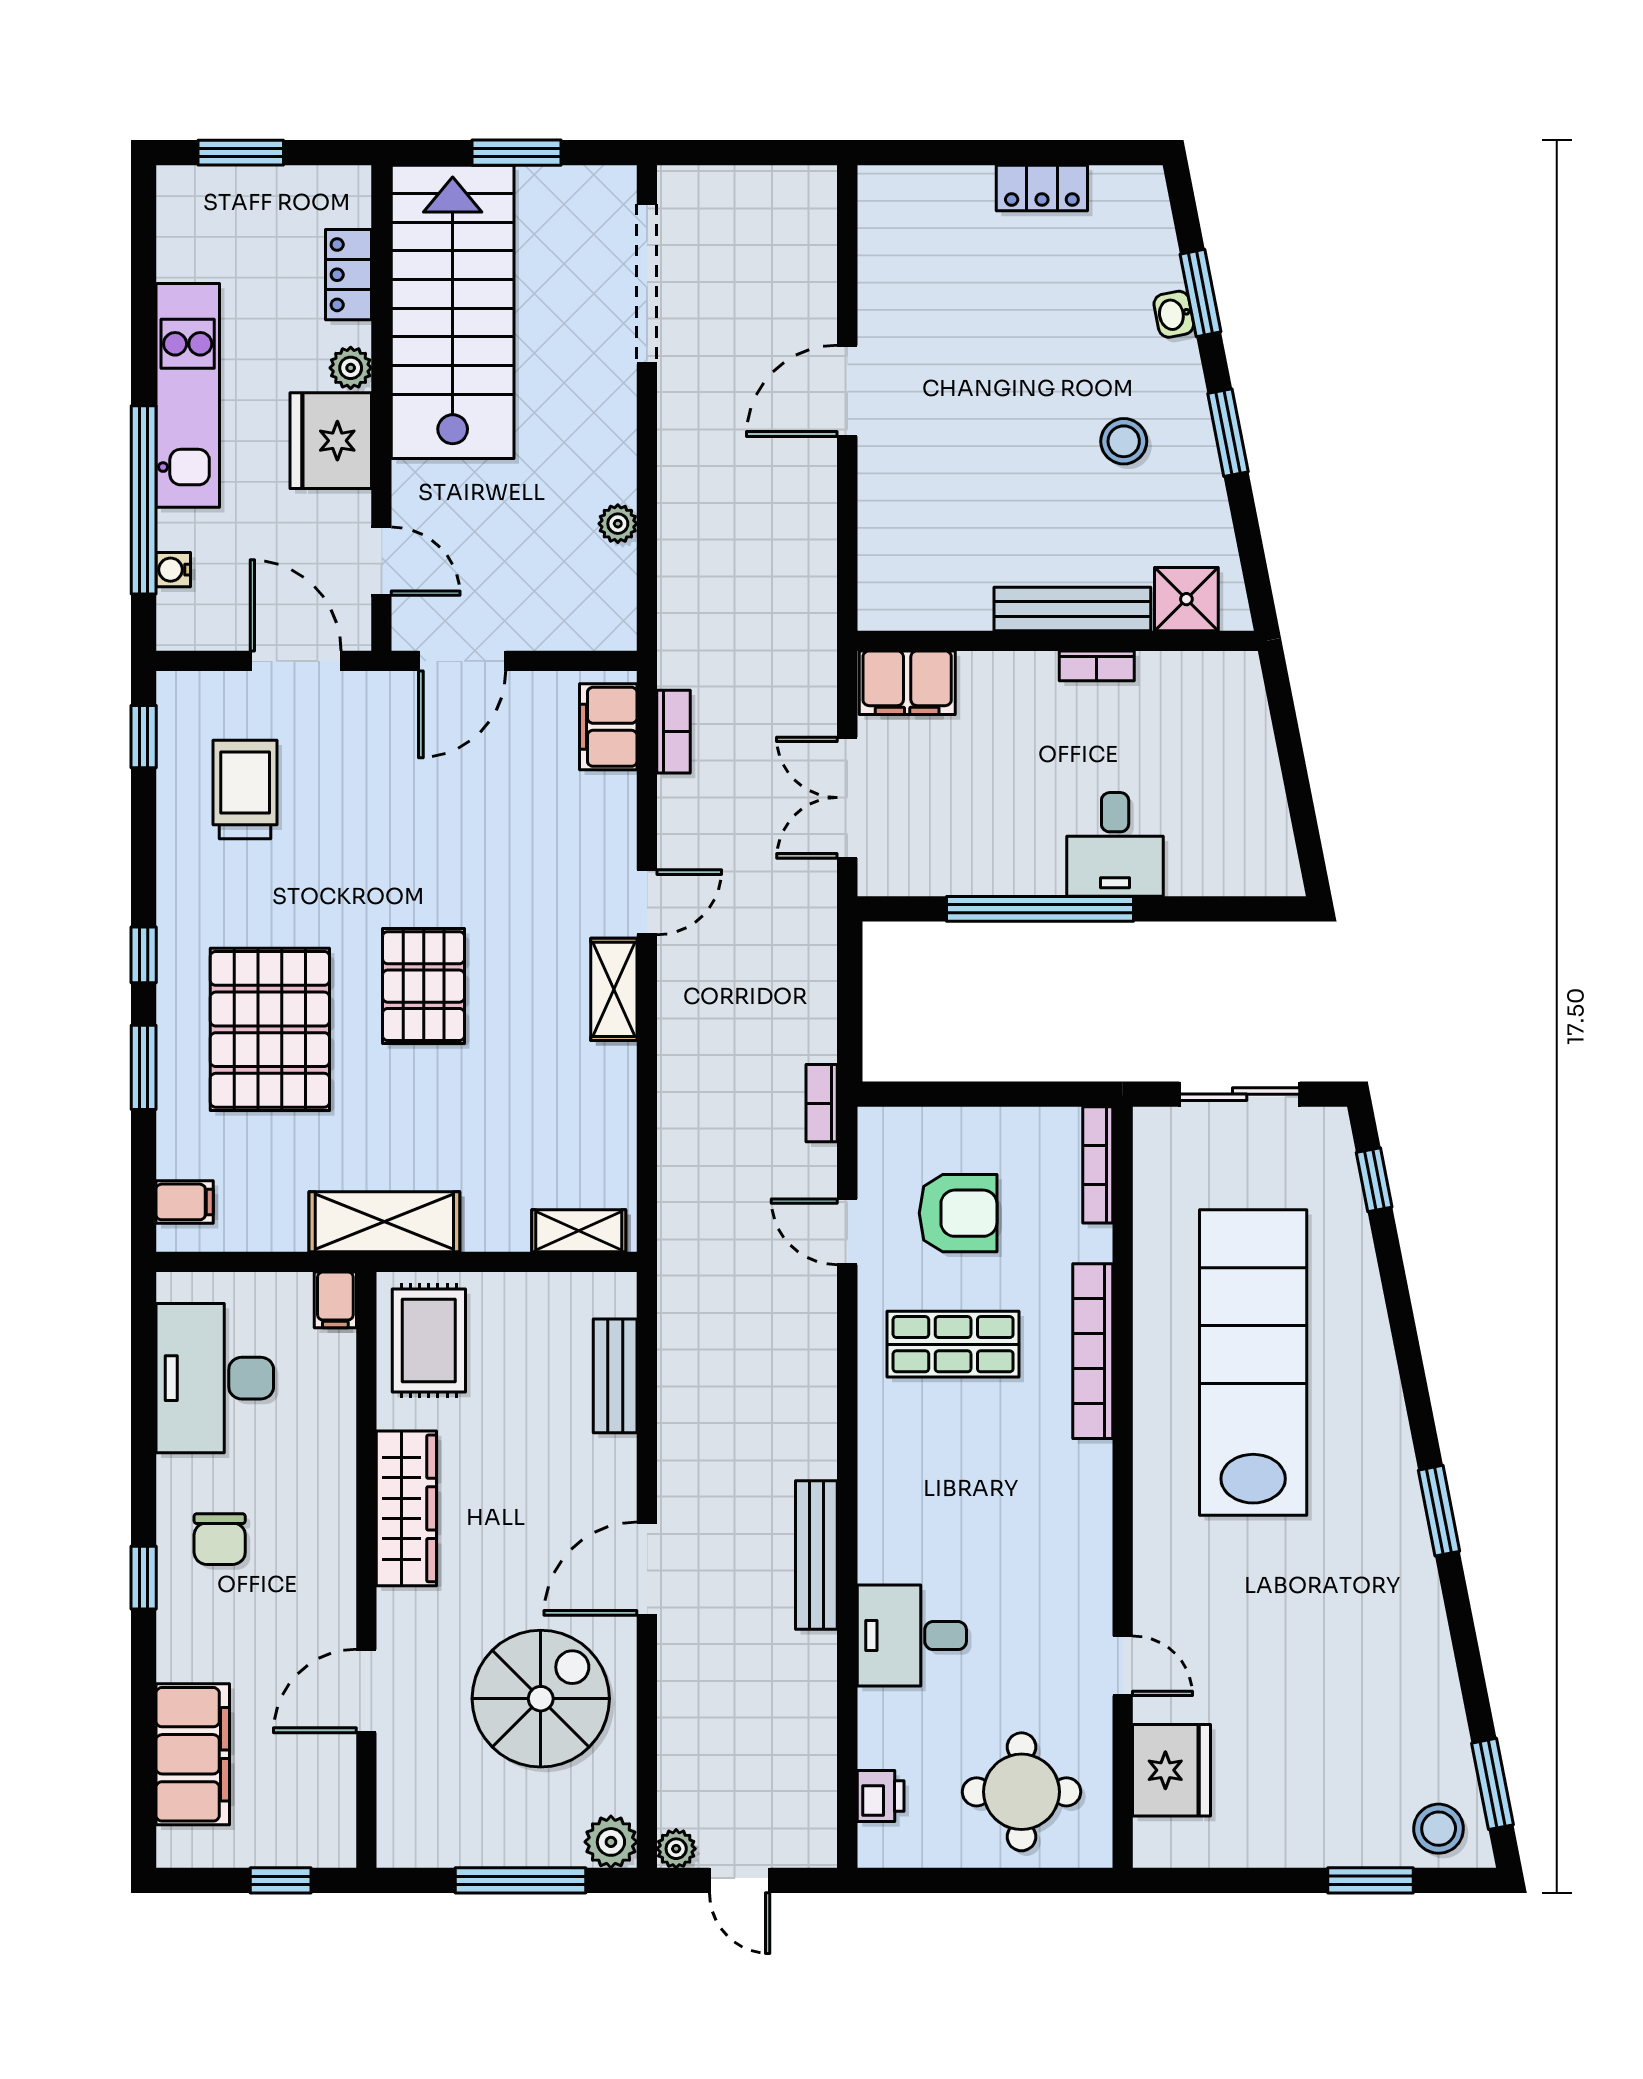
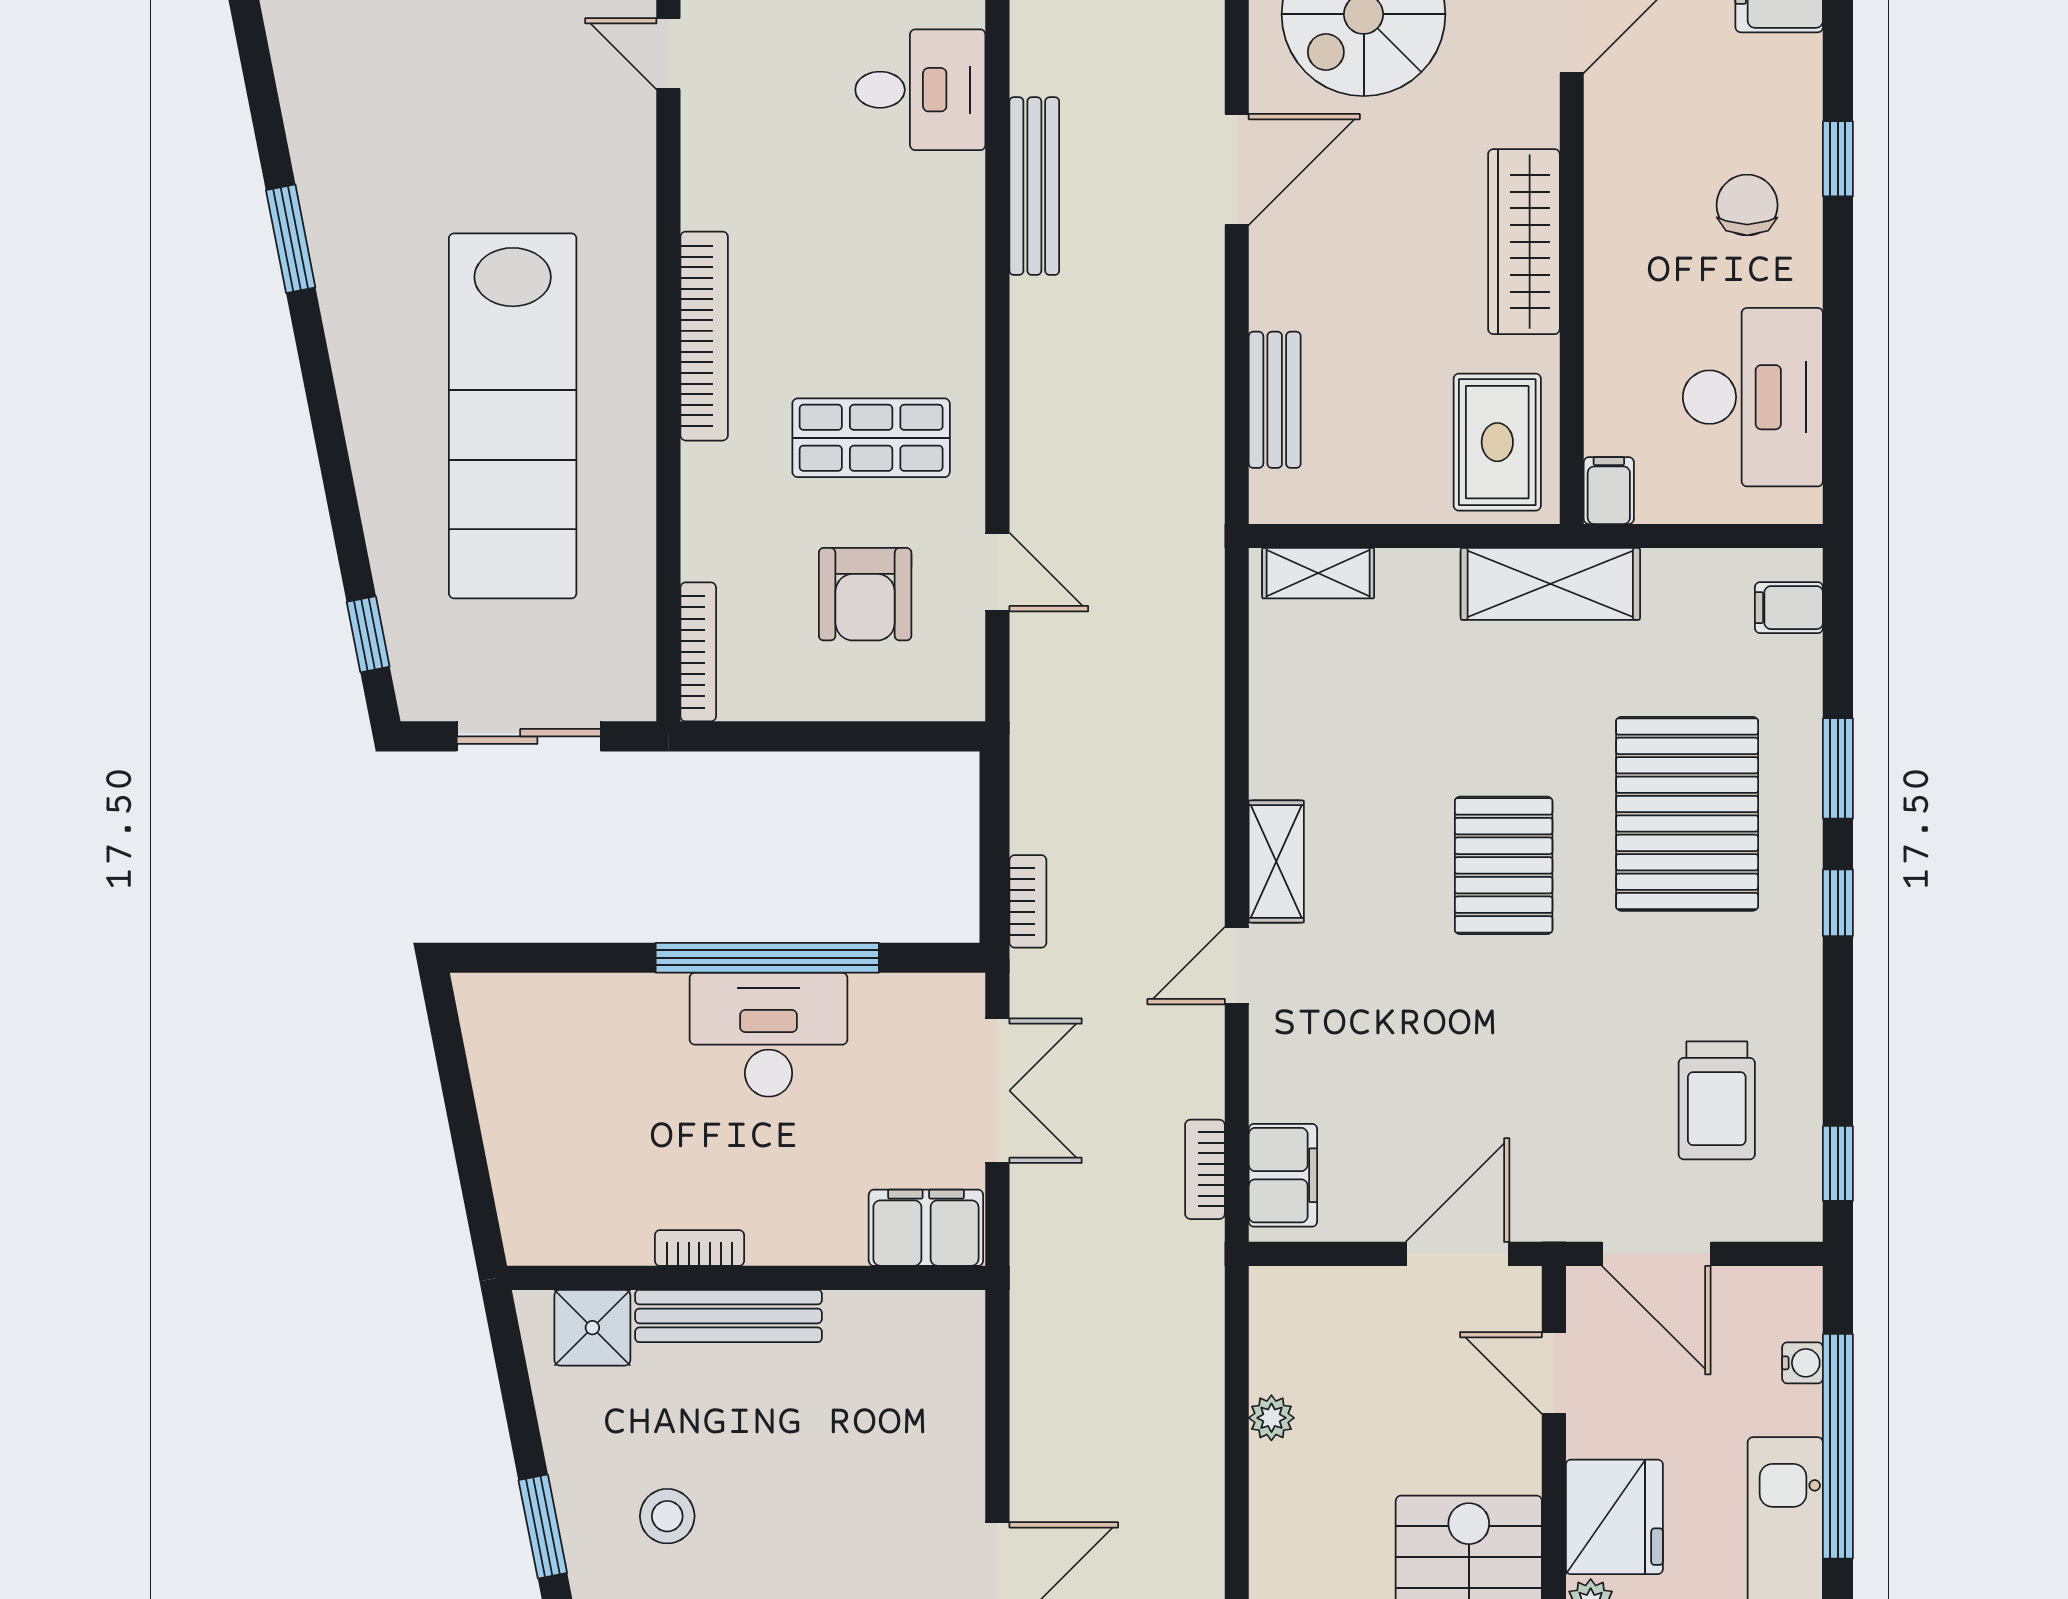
desk: (1115, 844) -> (769, 1035), moved, width x1.37
bookcase: (822, 1103) -> (1028, 901), moved
armchair: (958, 1213) -> (865, 594), turned -90
bookcase: (1093, 1351) -> (704, 336), moved

